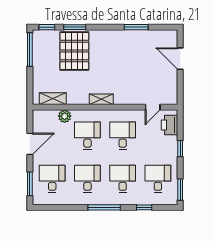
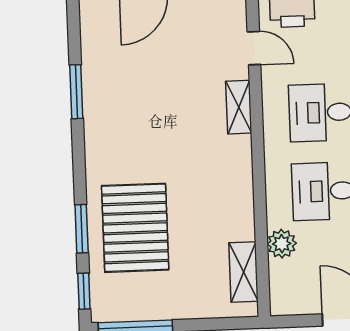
pallet: (74, 51) -> (135, 228), turned 90
shelving: (101, 99) -> (239, 107), moved

